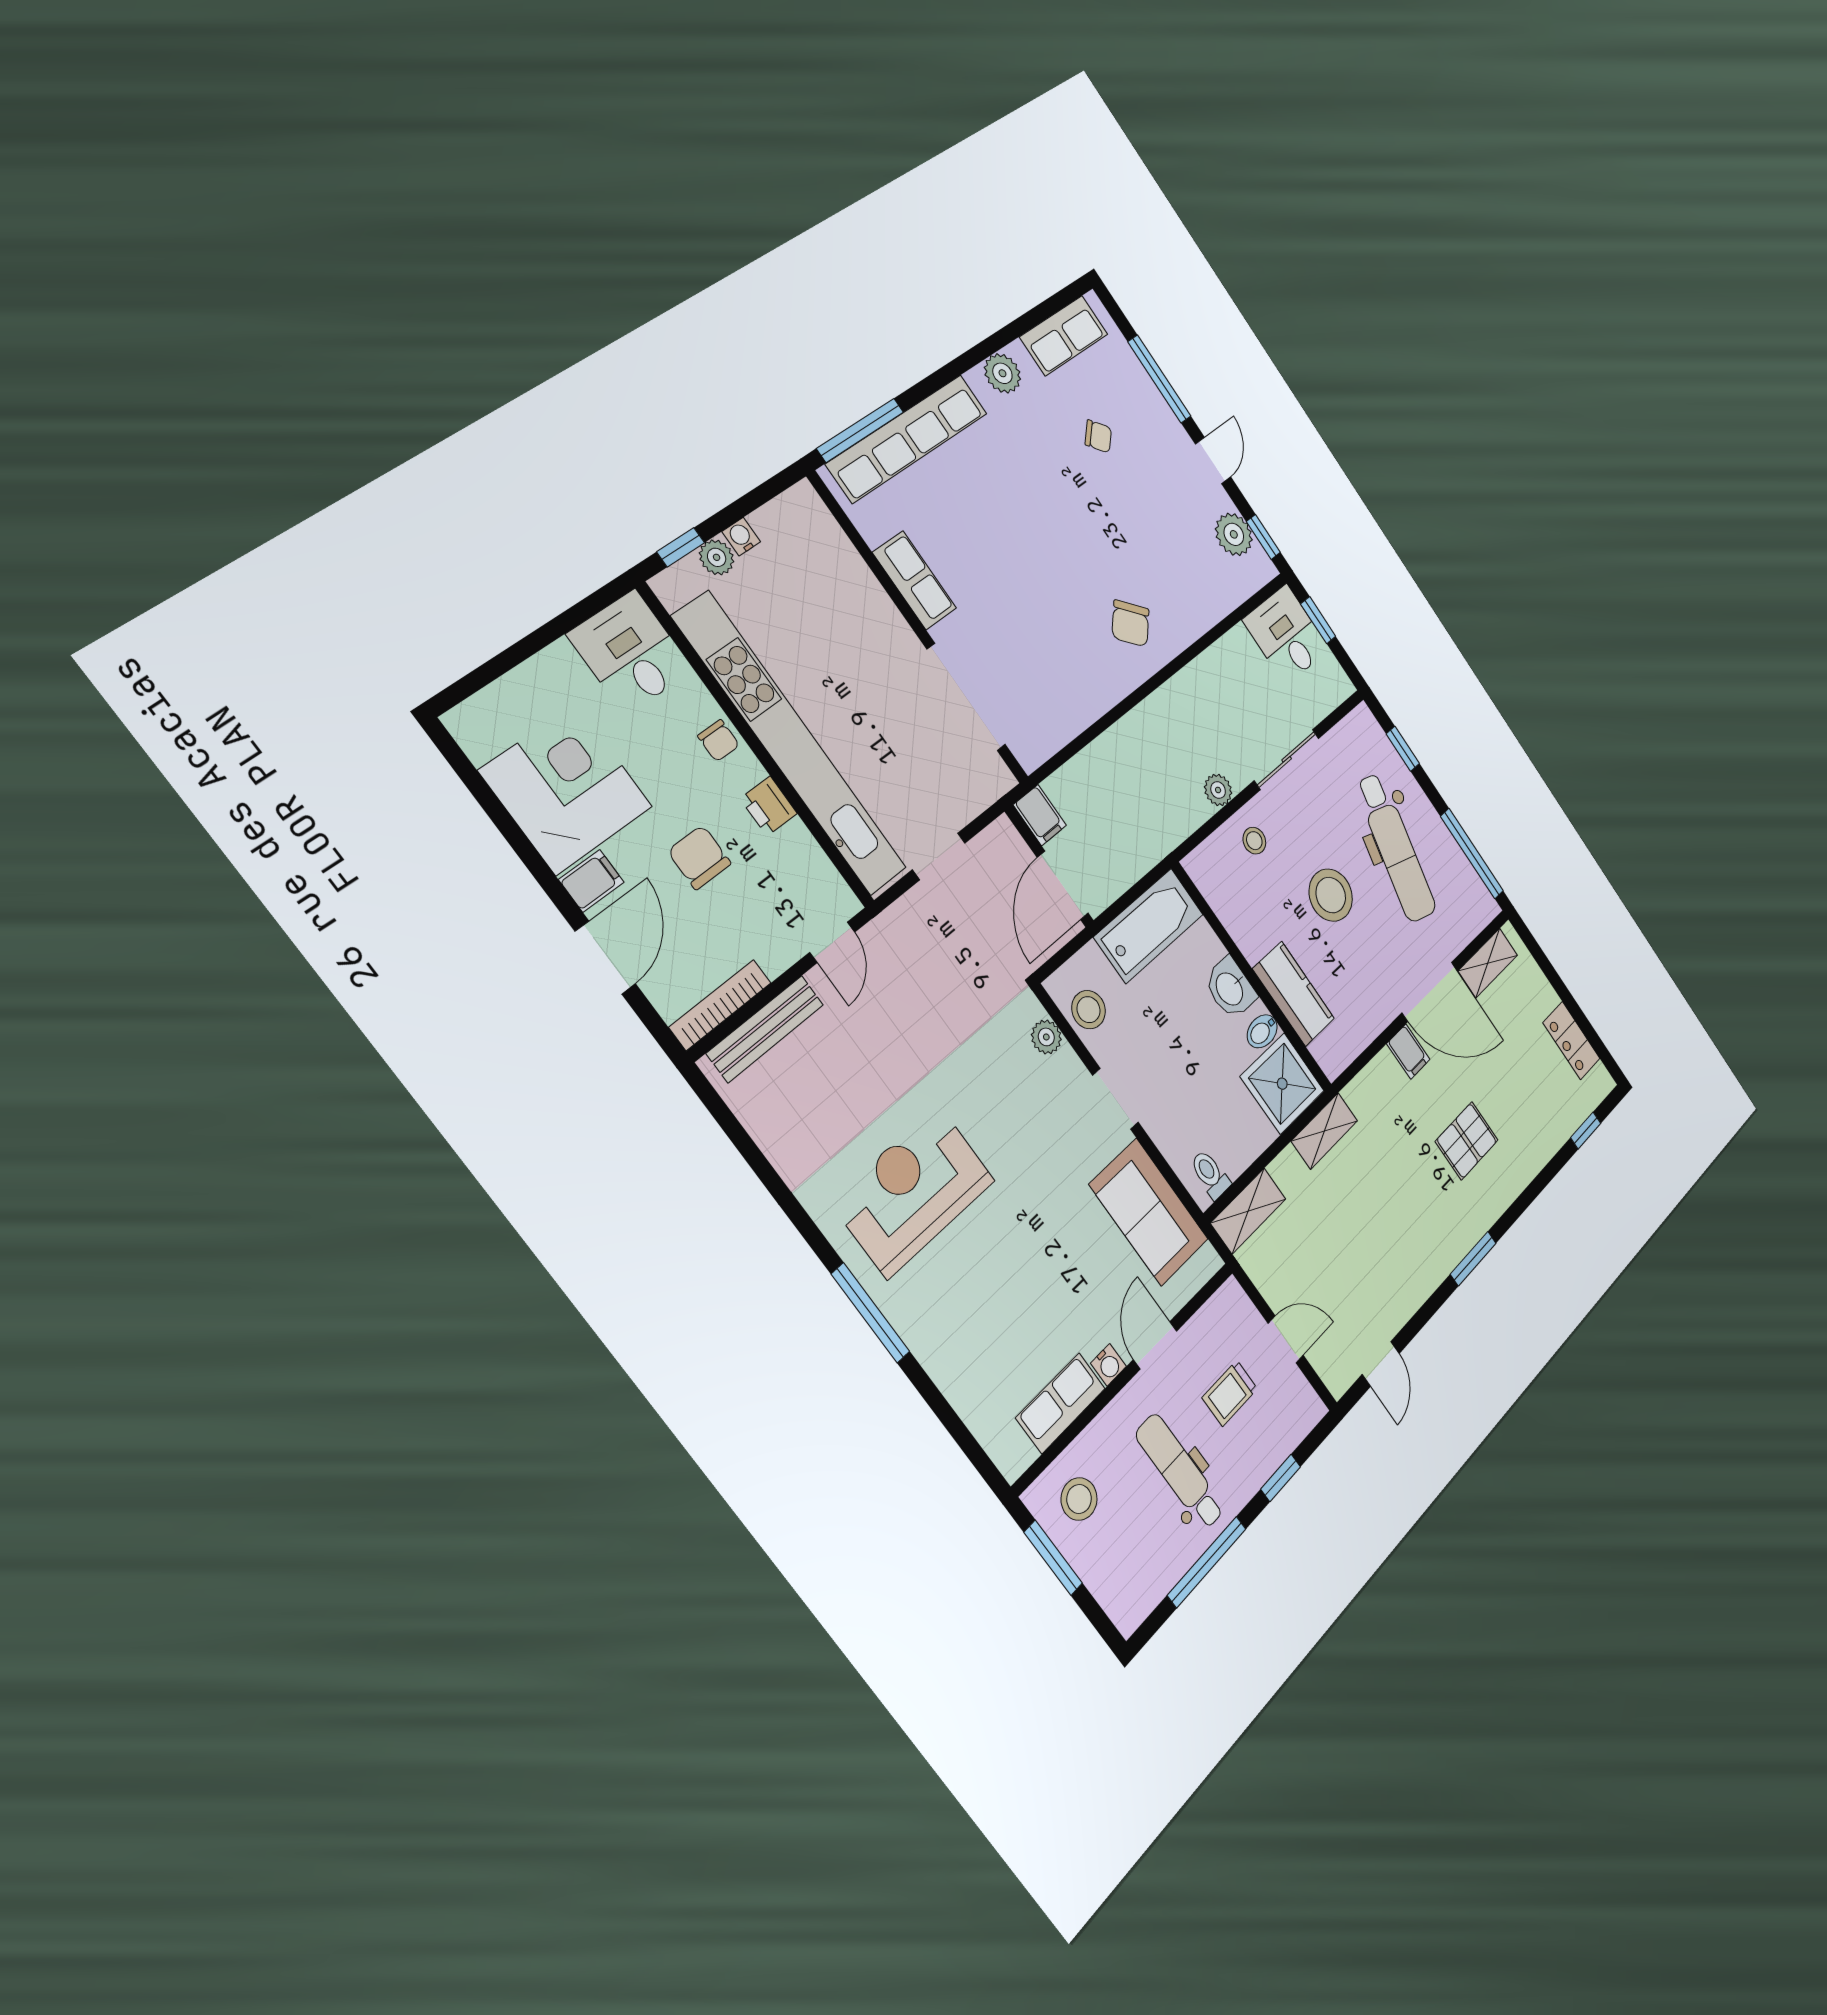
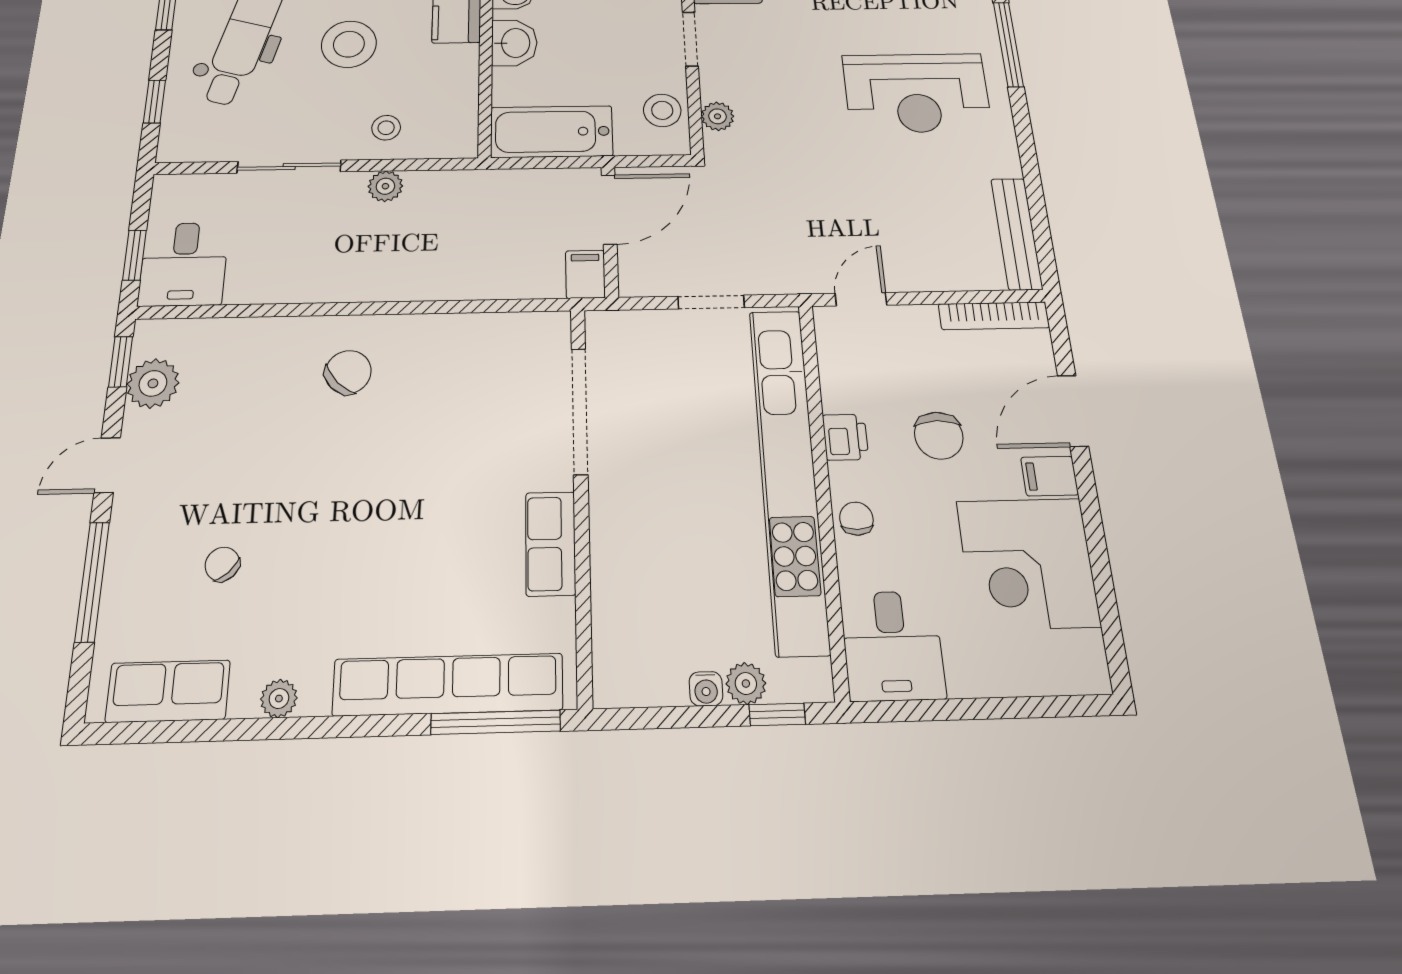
plant: (1002, 373) -> (279, 699), width x0.73, depth x0.73
bench: (765, 1029) -> (1017, 234), moved, turned 90

